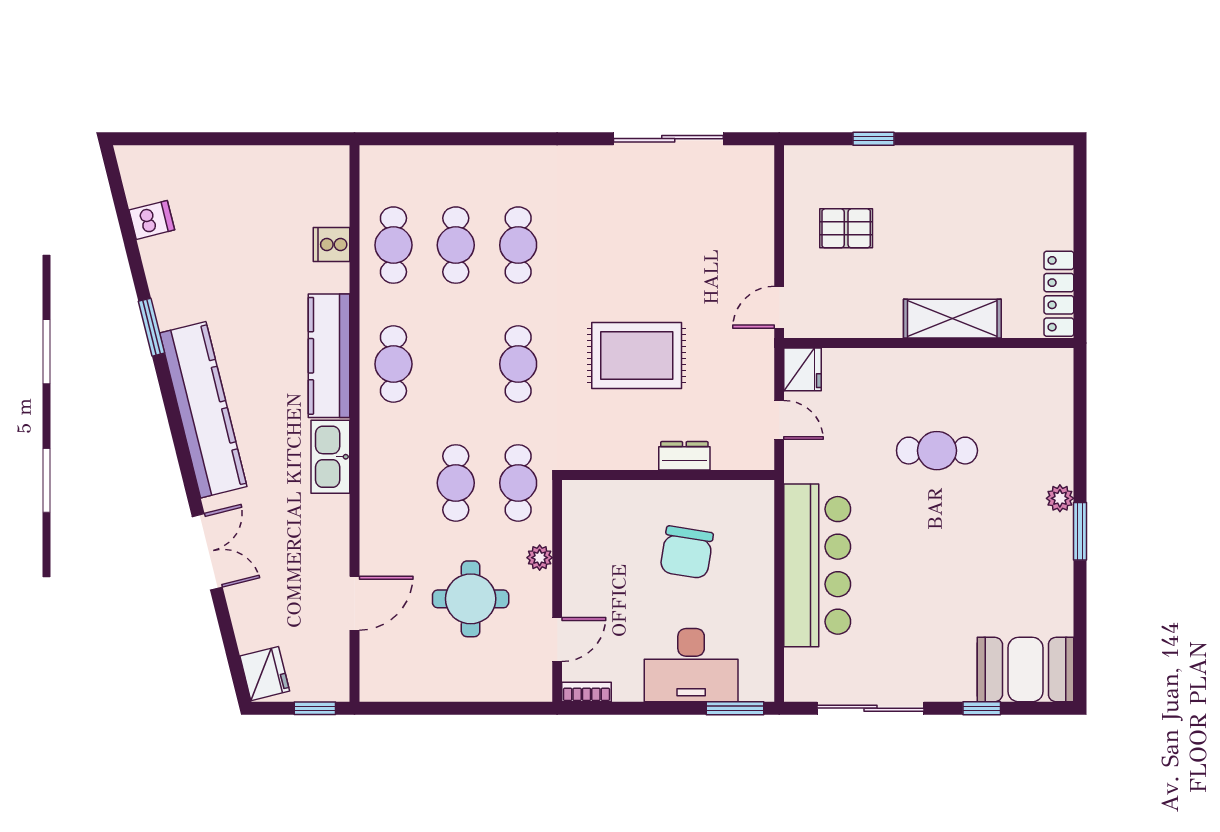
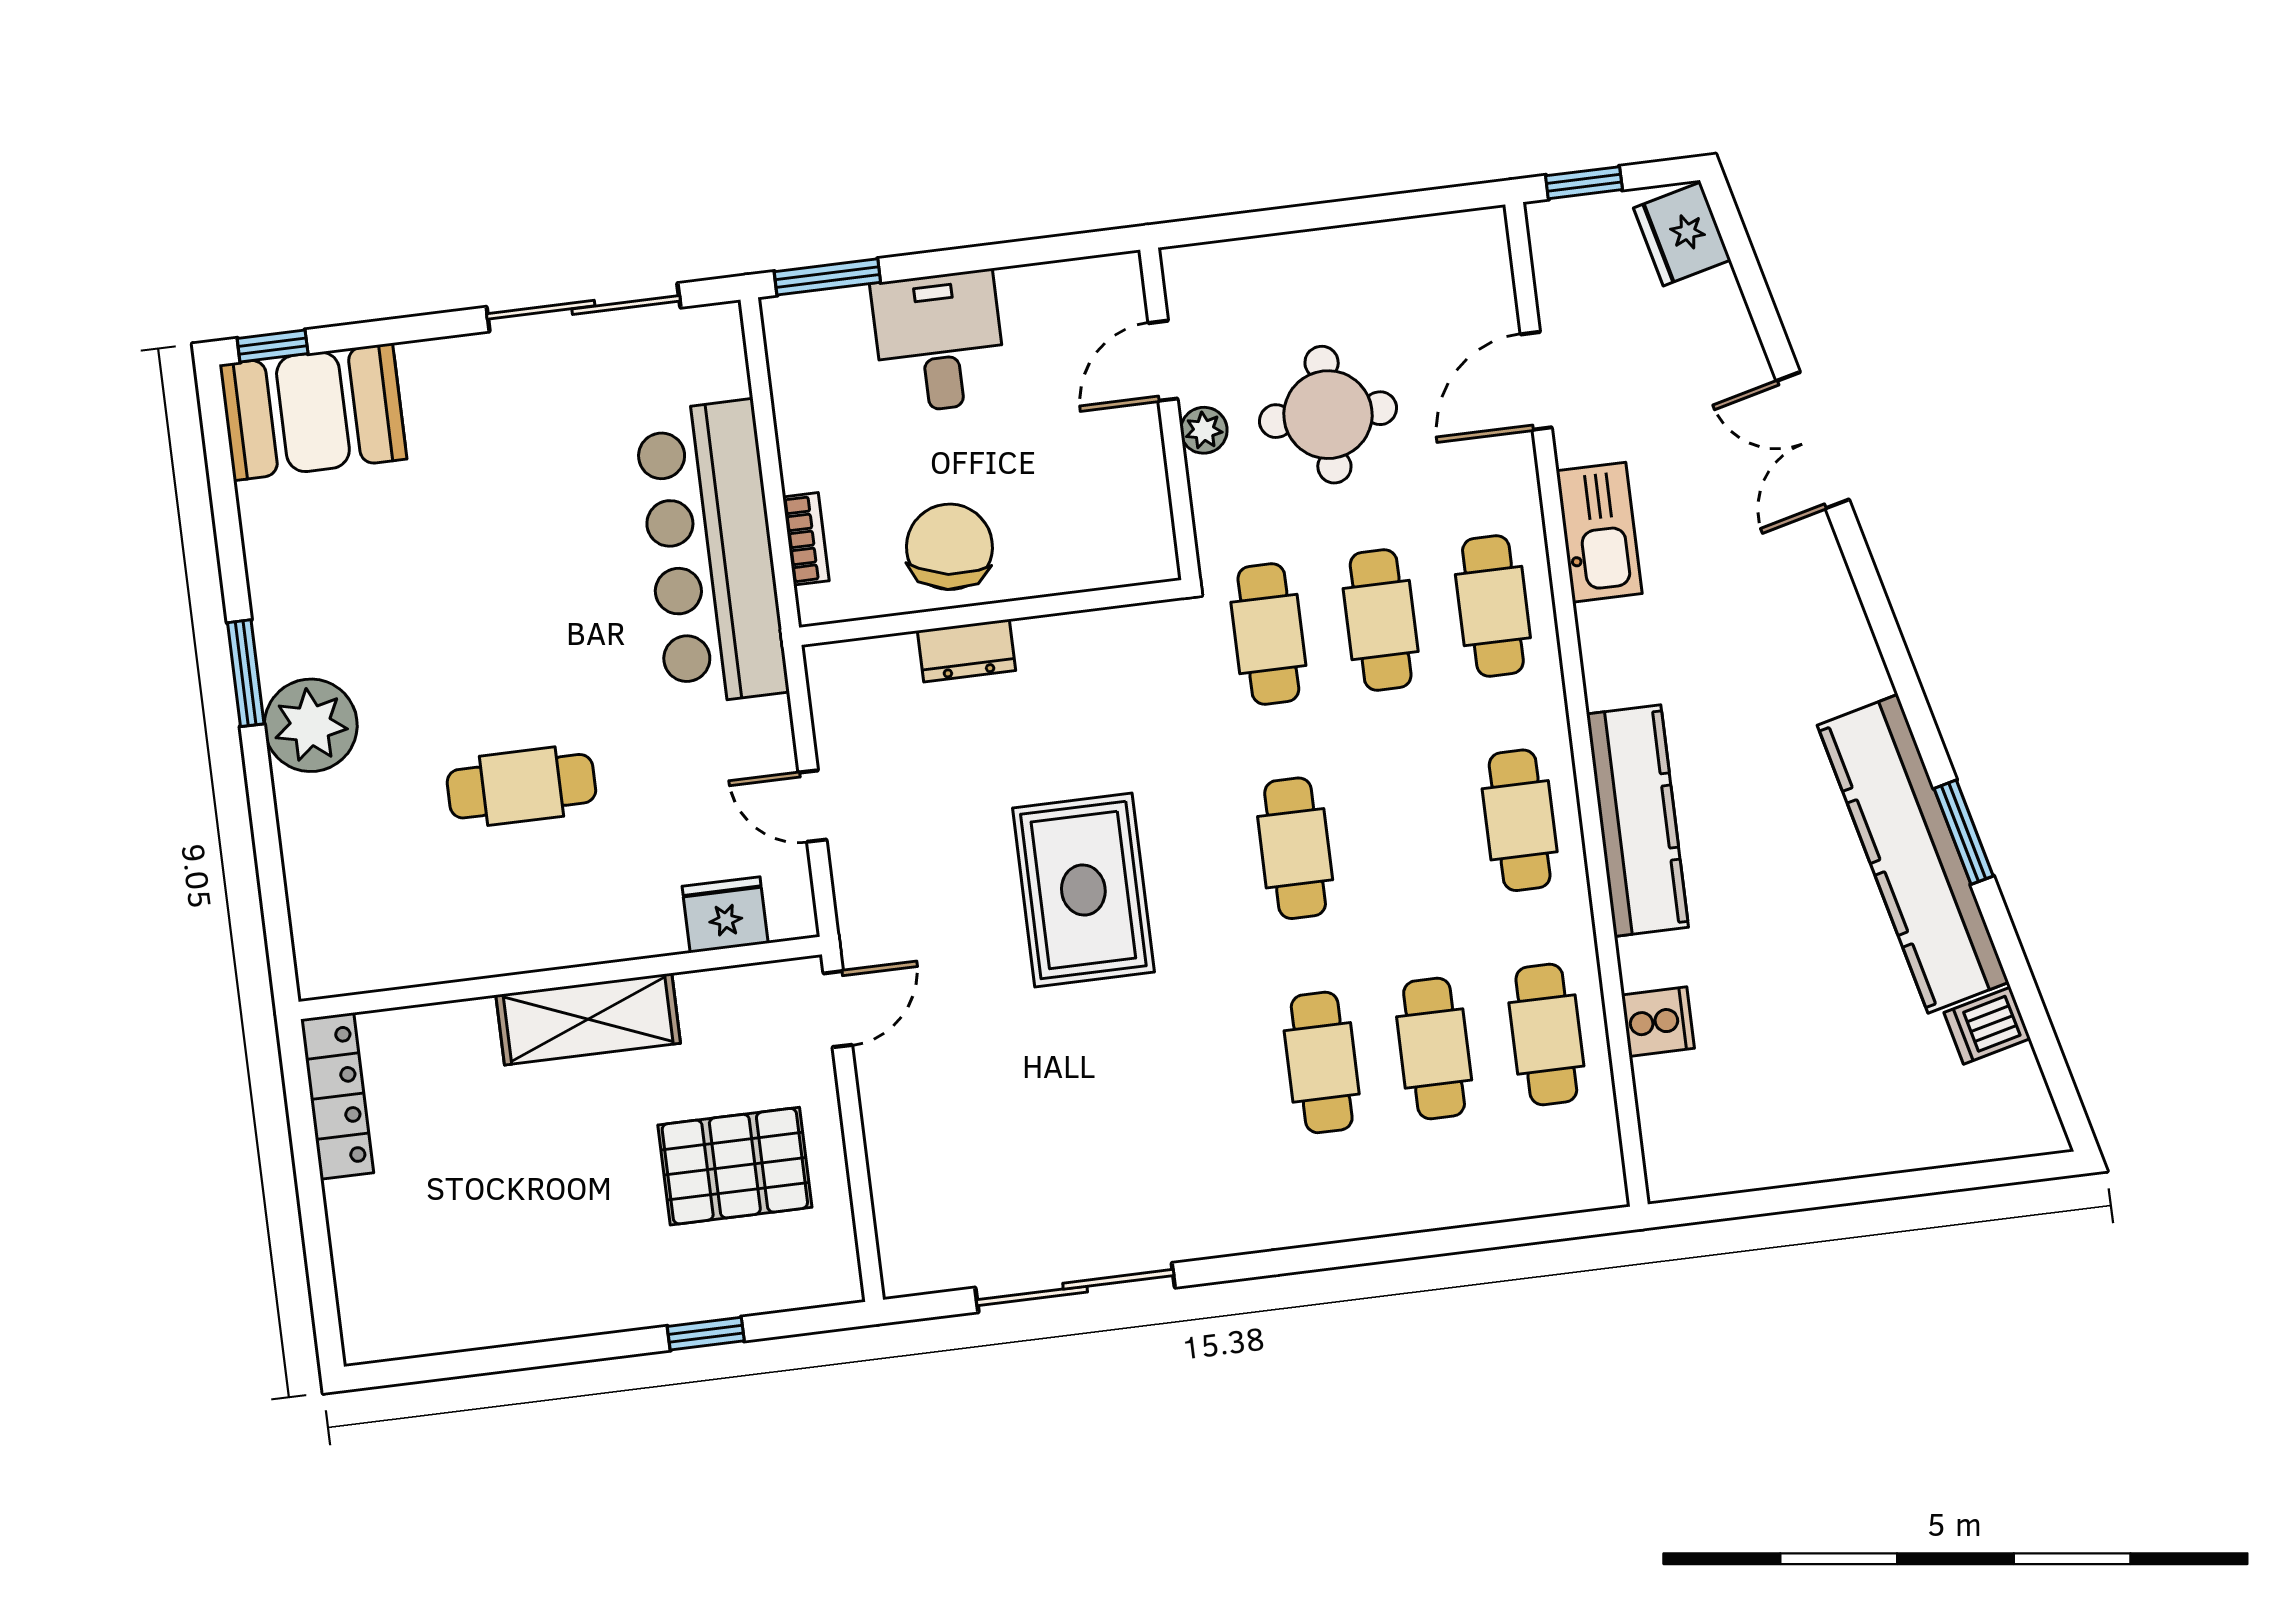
pallet: (846, 228) -> (735, 1166), width x1.50, depth x1.42
shelving: (952, 319) -> (588, 1019), moved
rug: (637, 356) -> (1083, 890), turned 90
fridge: (803, 369) -> (725, 915), moved, turned 90
kitchen counter: (203, 410) -> (1913, 854), moved
dresser: (684, 456) -> (966, 651), moved
kitchen sink: (330, 457) -> (1599, 532), moved
wall: (668, 475) -> (991, 613), moved
cafe table: (393, 483) -> (1493, 606), added
plant: (1060, 498) -> (311, 725), width x1.88, depth x1.88
plant: (540, 558) -> (1204, 430), moved
desk: (691, 665) -> (939, 342), width x0.73
bookcase: (586, 692) -> (806, 539), moved, turned -90
window: (982, 708) -> (273, 346), moved

